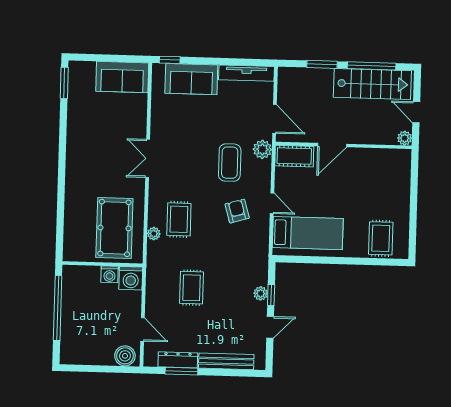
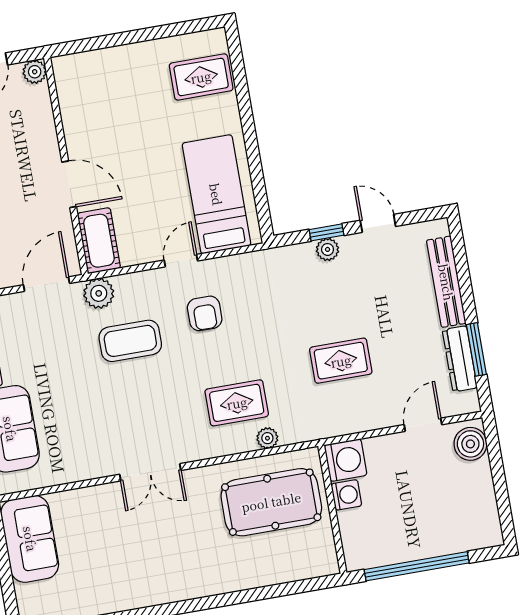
armchair: (237, 211) -> (205, 313), turned -74

